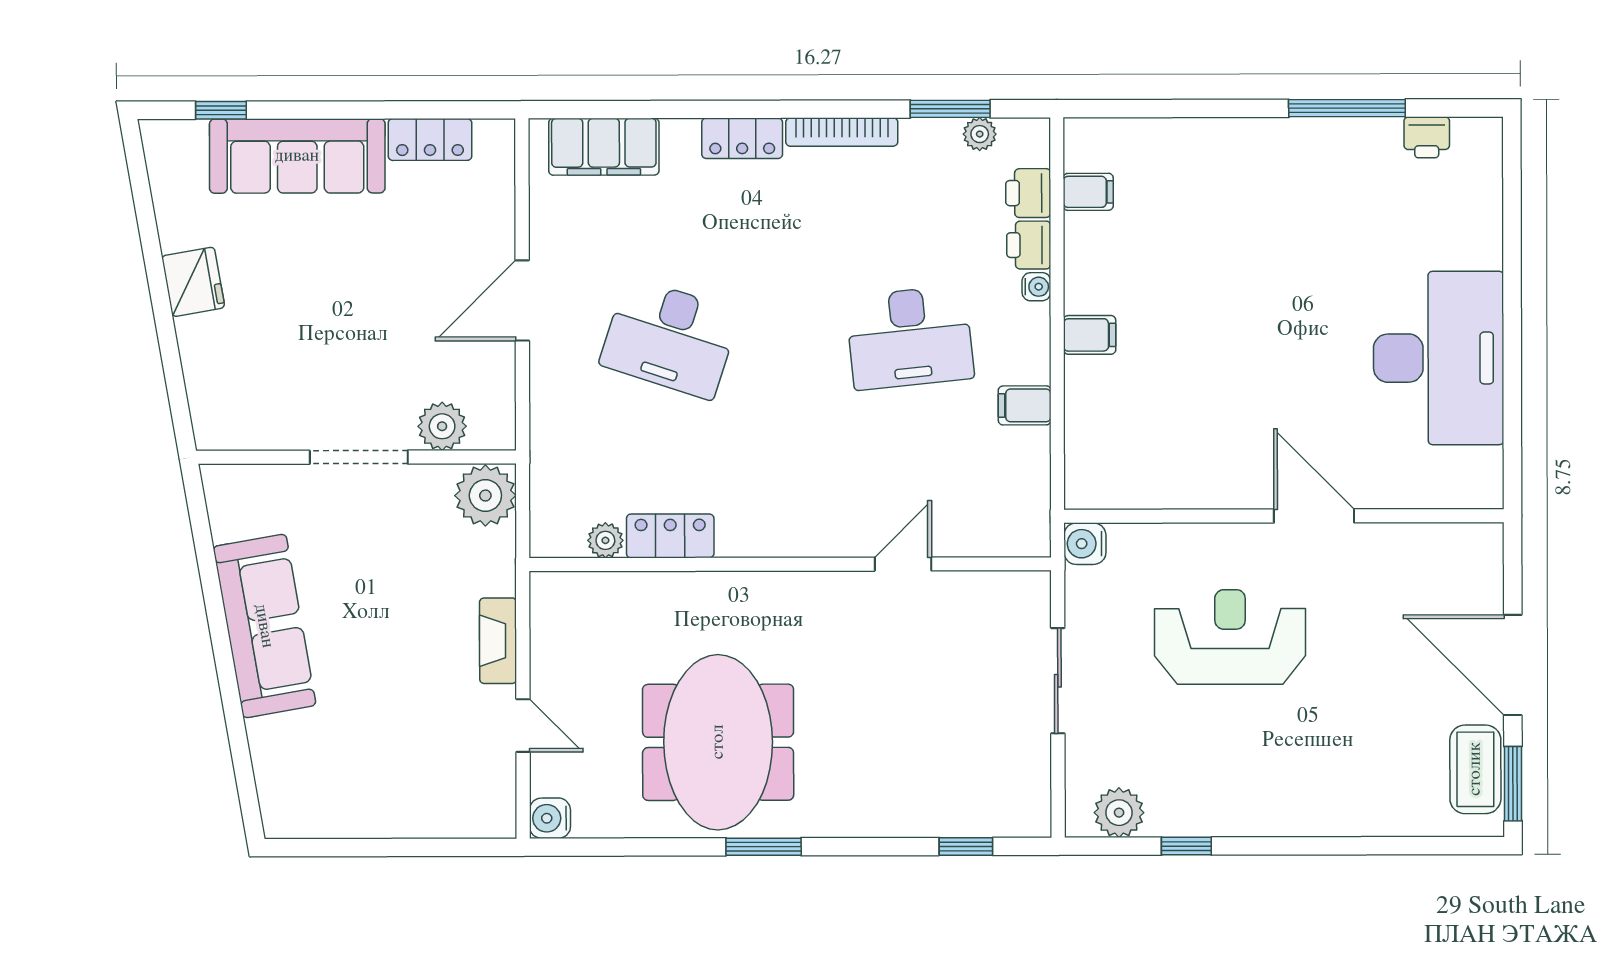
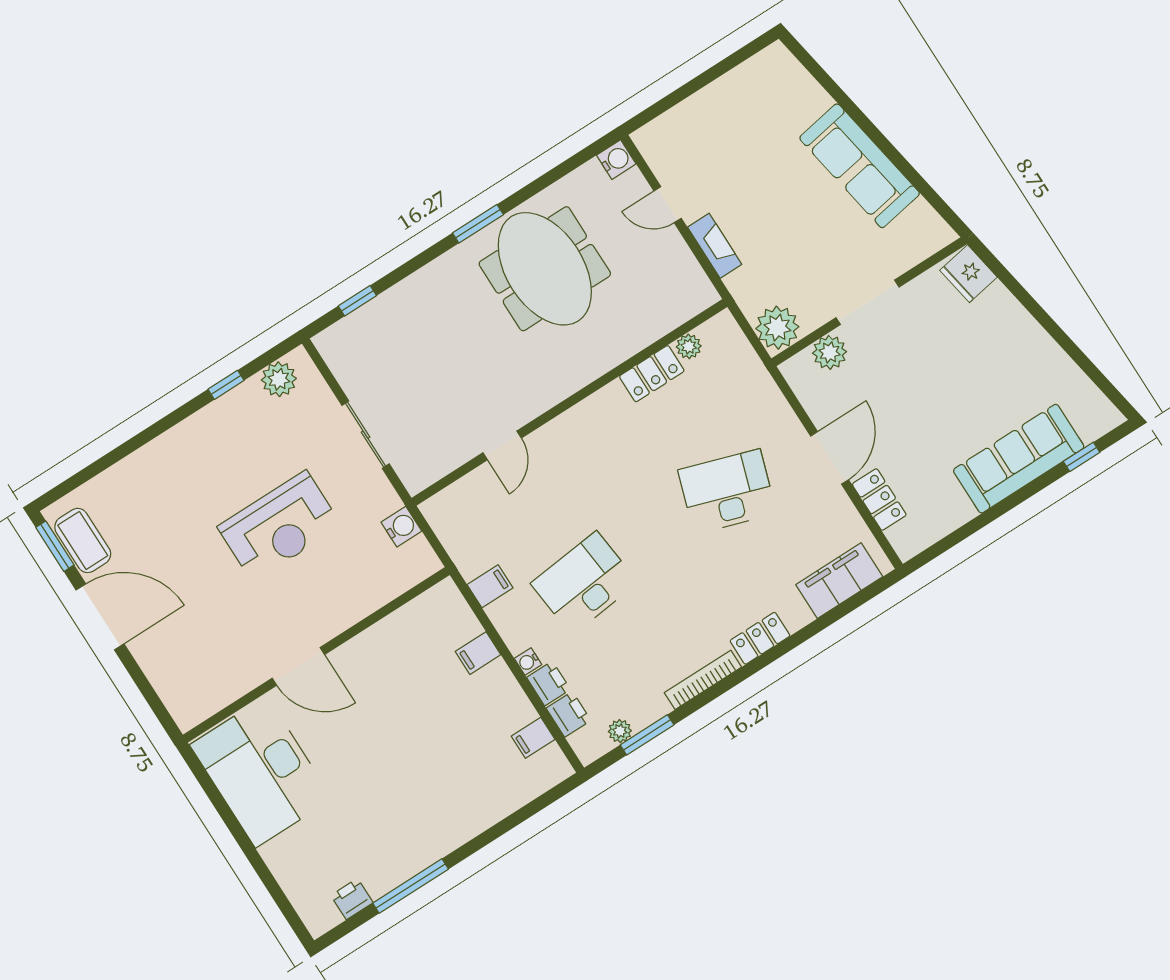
locker: (430, 140) -> (879, 500), moved, turned 90
fridge: (193, 282) -> (968, 274), moved
wall: (1284, 516) -> (316, 655), moved
door: (1314, 516) -> (298, 666), moved

